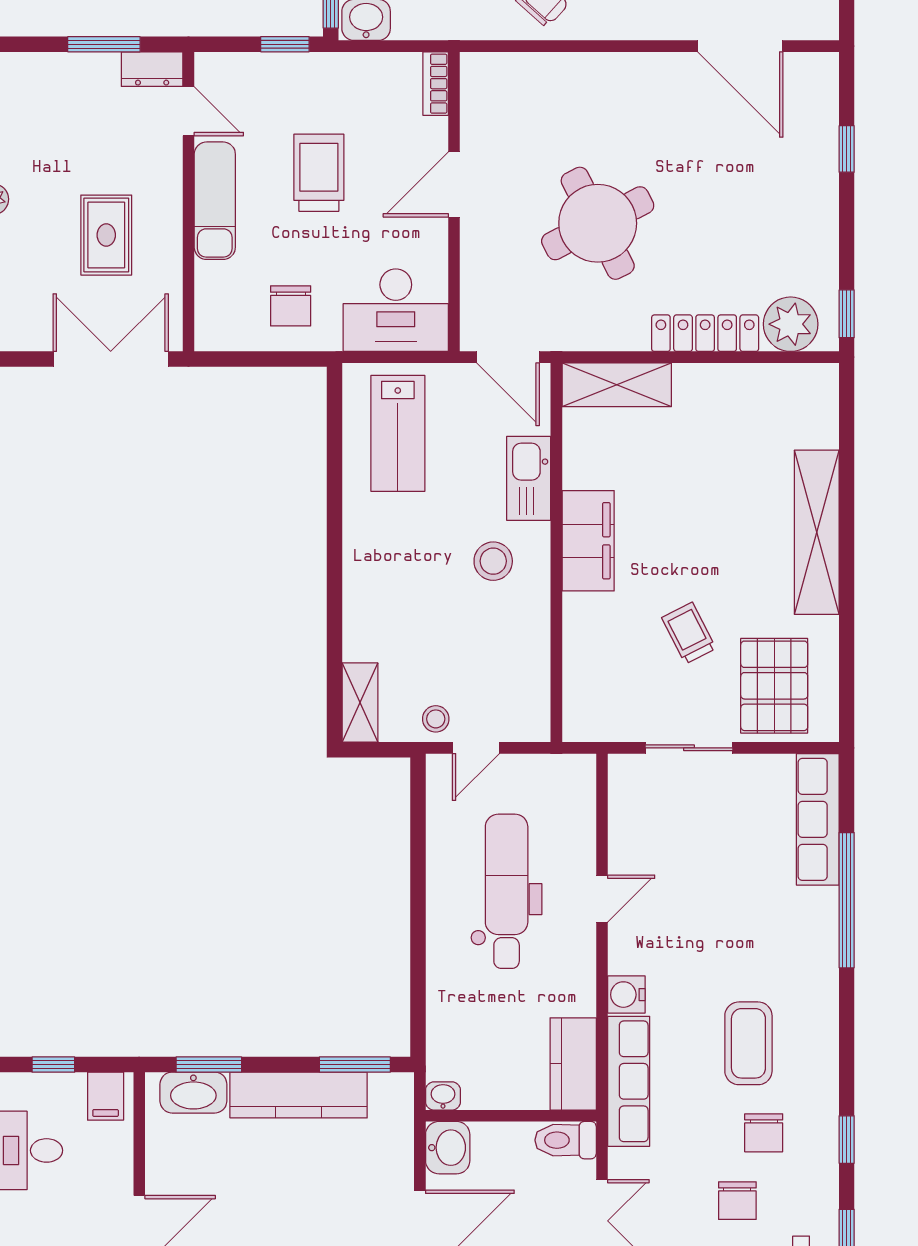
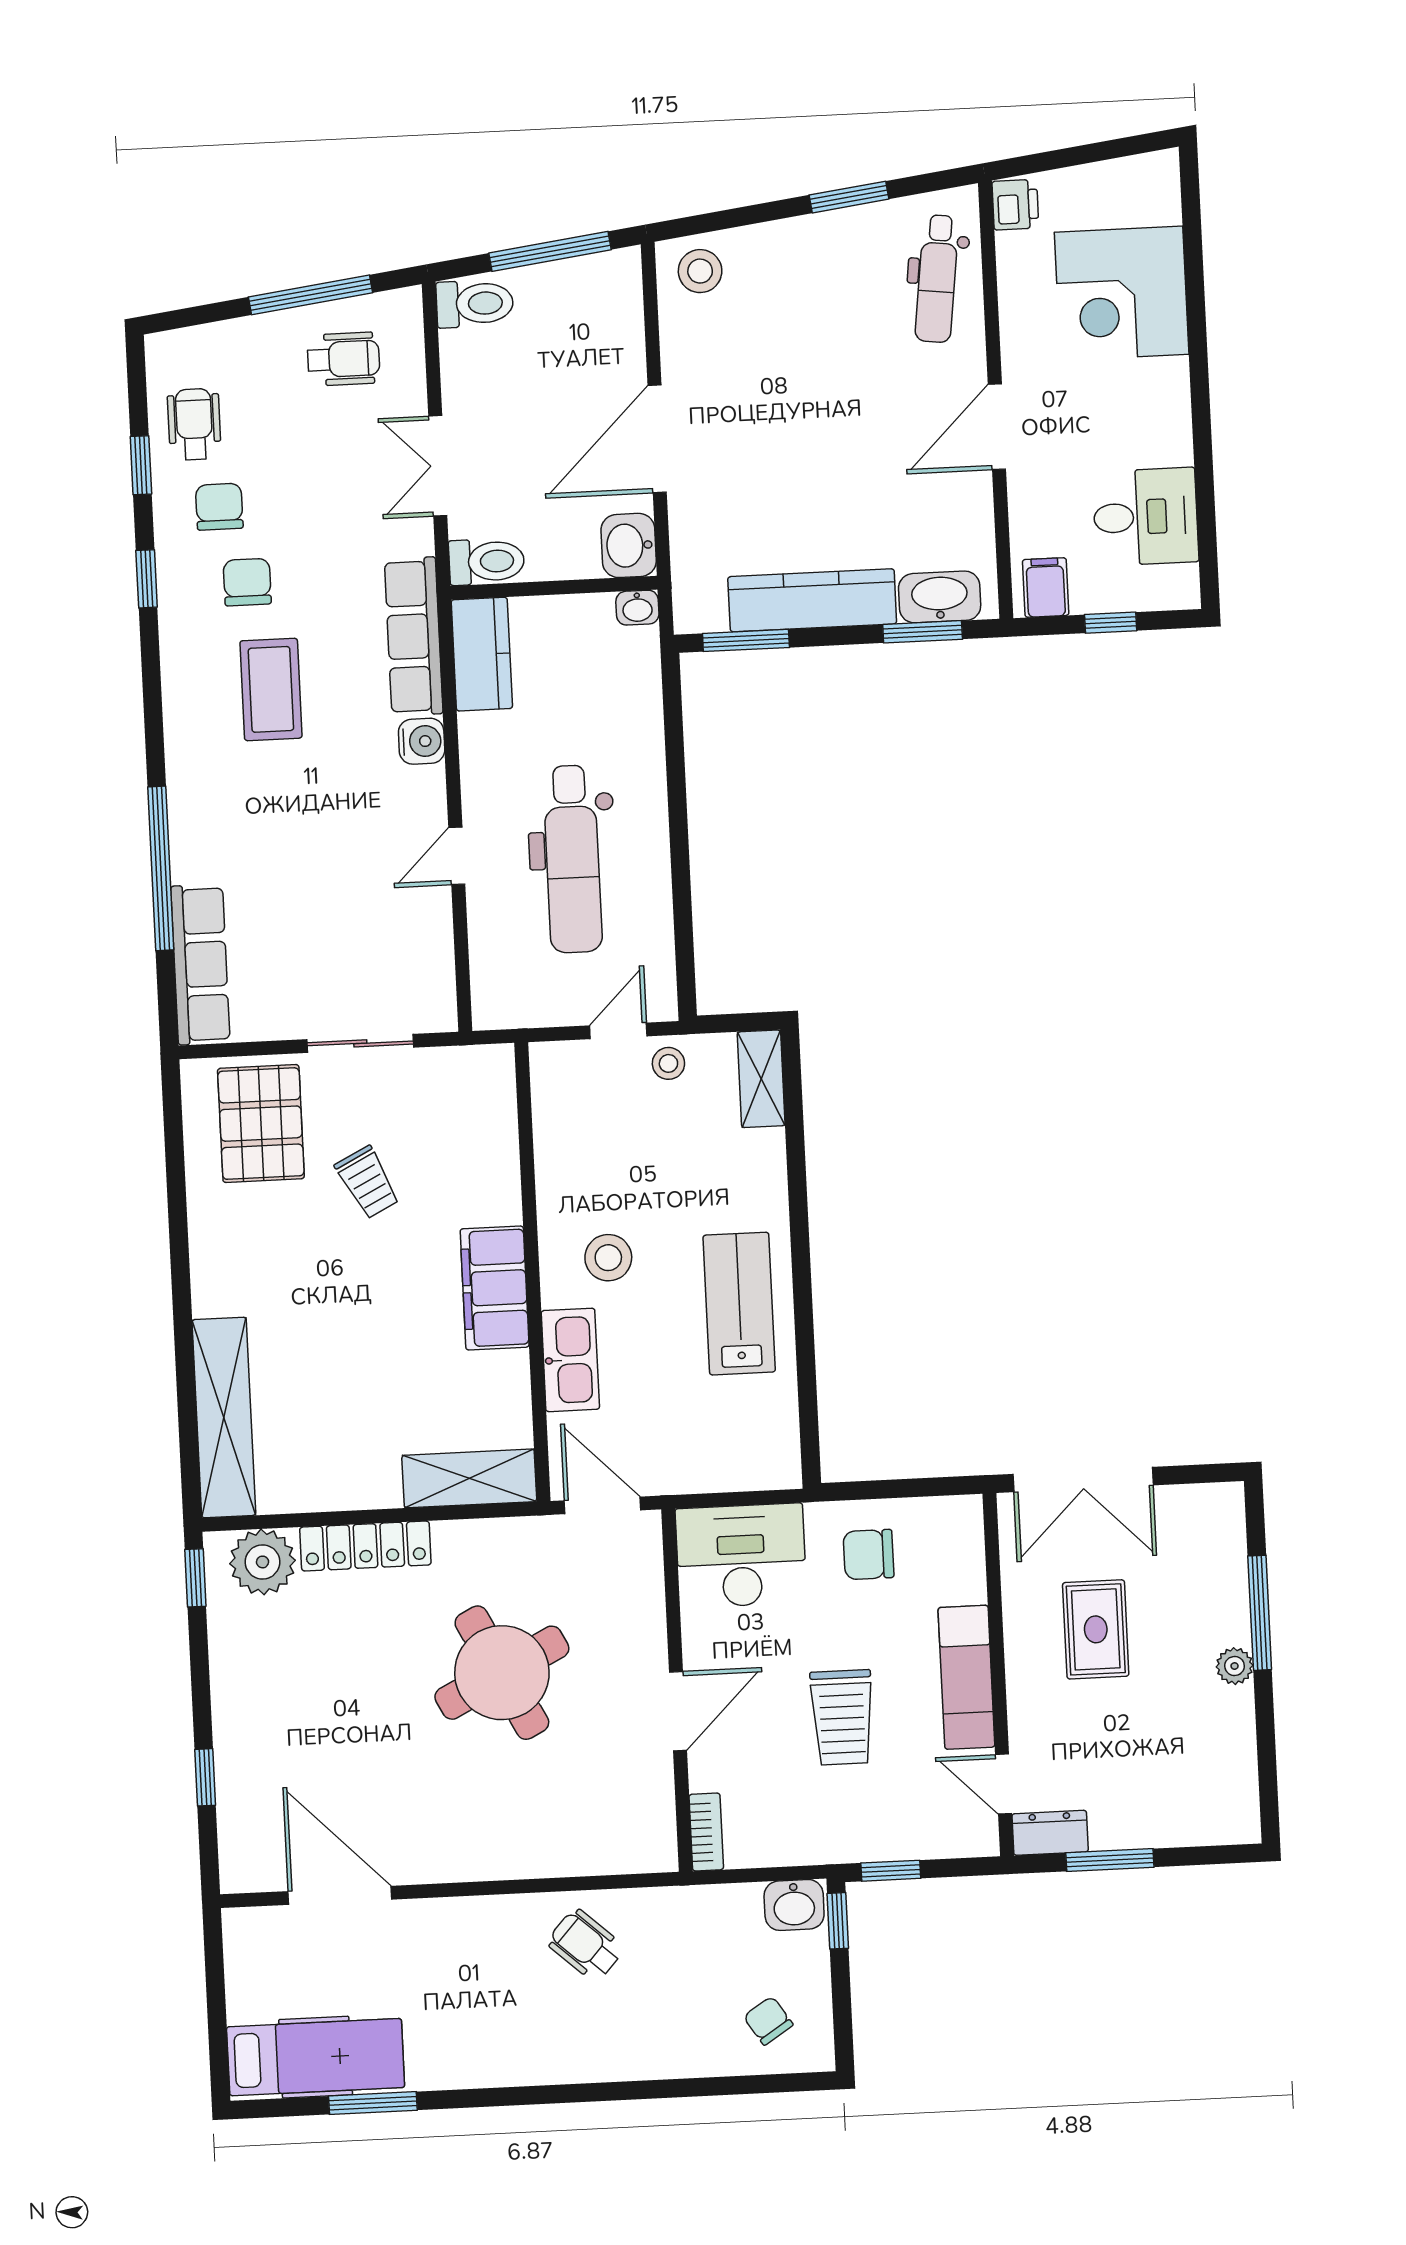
chair: (291, 306) -> (868, 1555), turned -90
lab bench: (398, 433) -> (739, 1304), moved
shelving: (817, 532) -> (224, 1417), moved
chair: (737, 1201) -> (219, 507), moved

